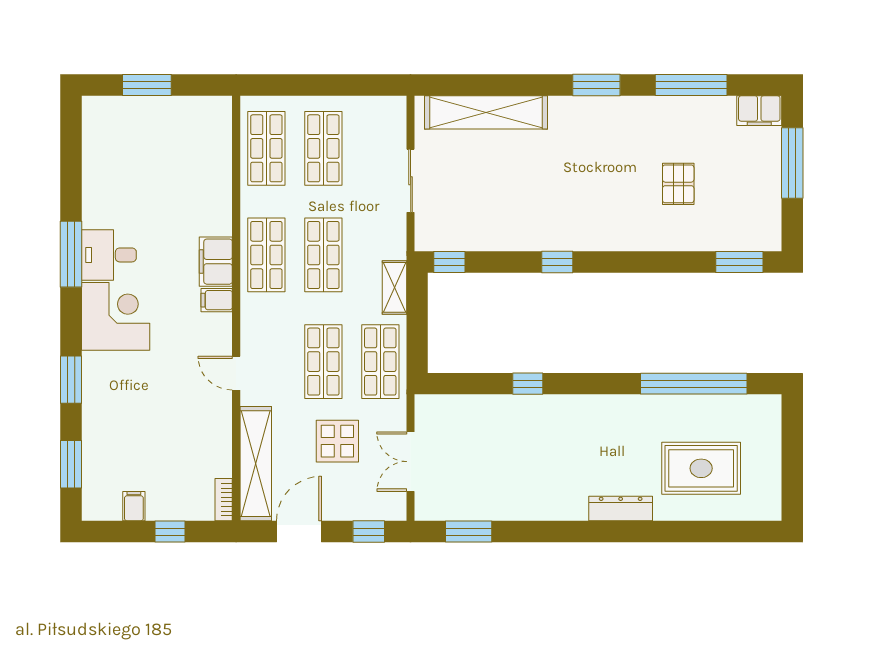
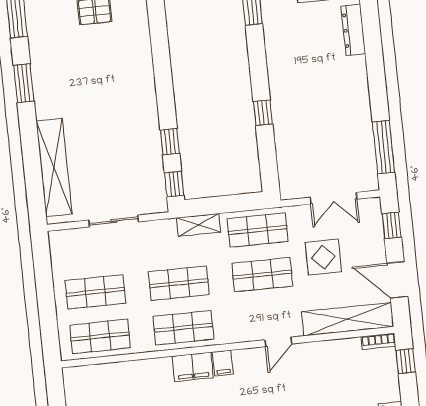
window: (557, 262) -> (170, 142), moved
window: (170, 532) -> (406, 361), moved
window: (469, 532) -> (384, 147), width x1.44

